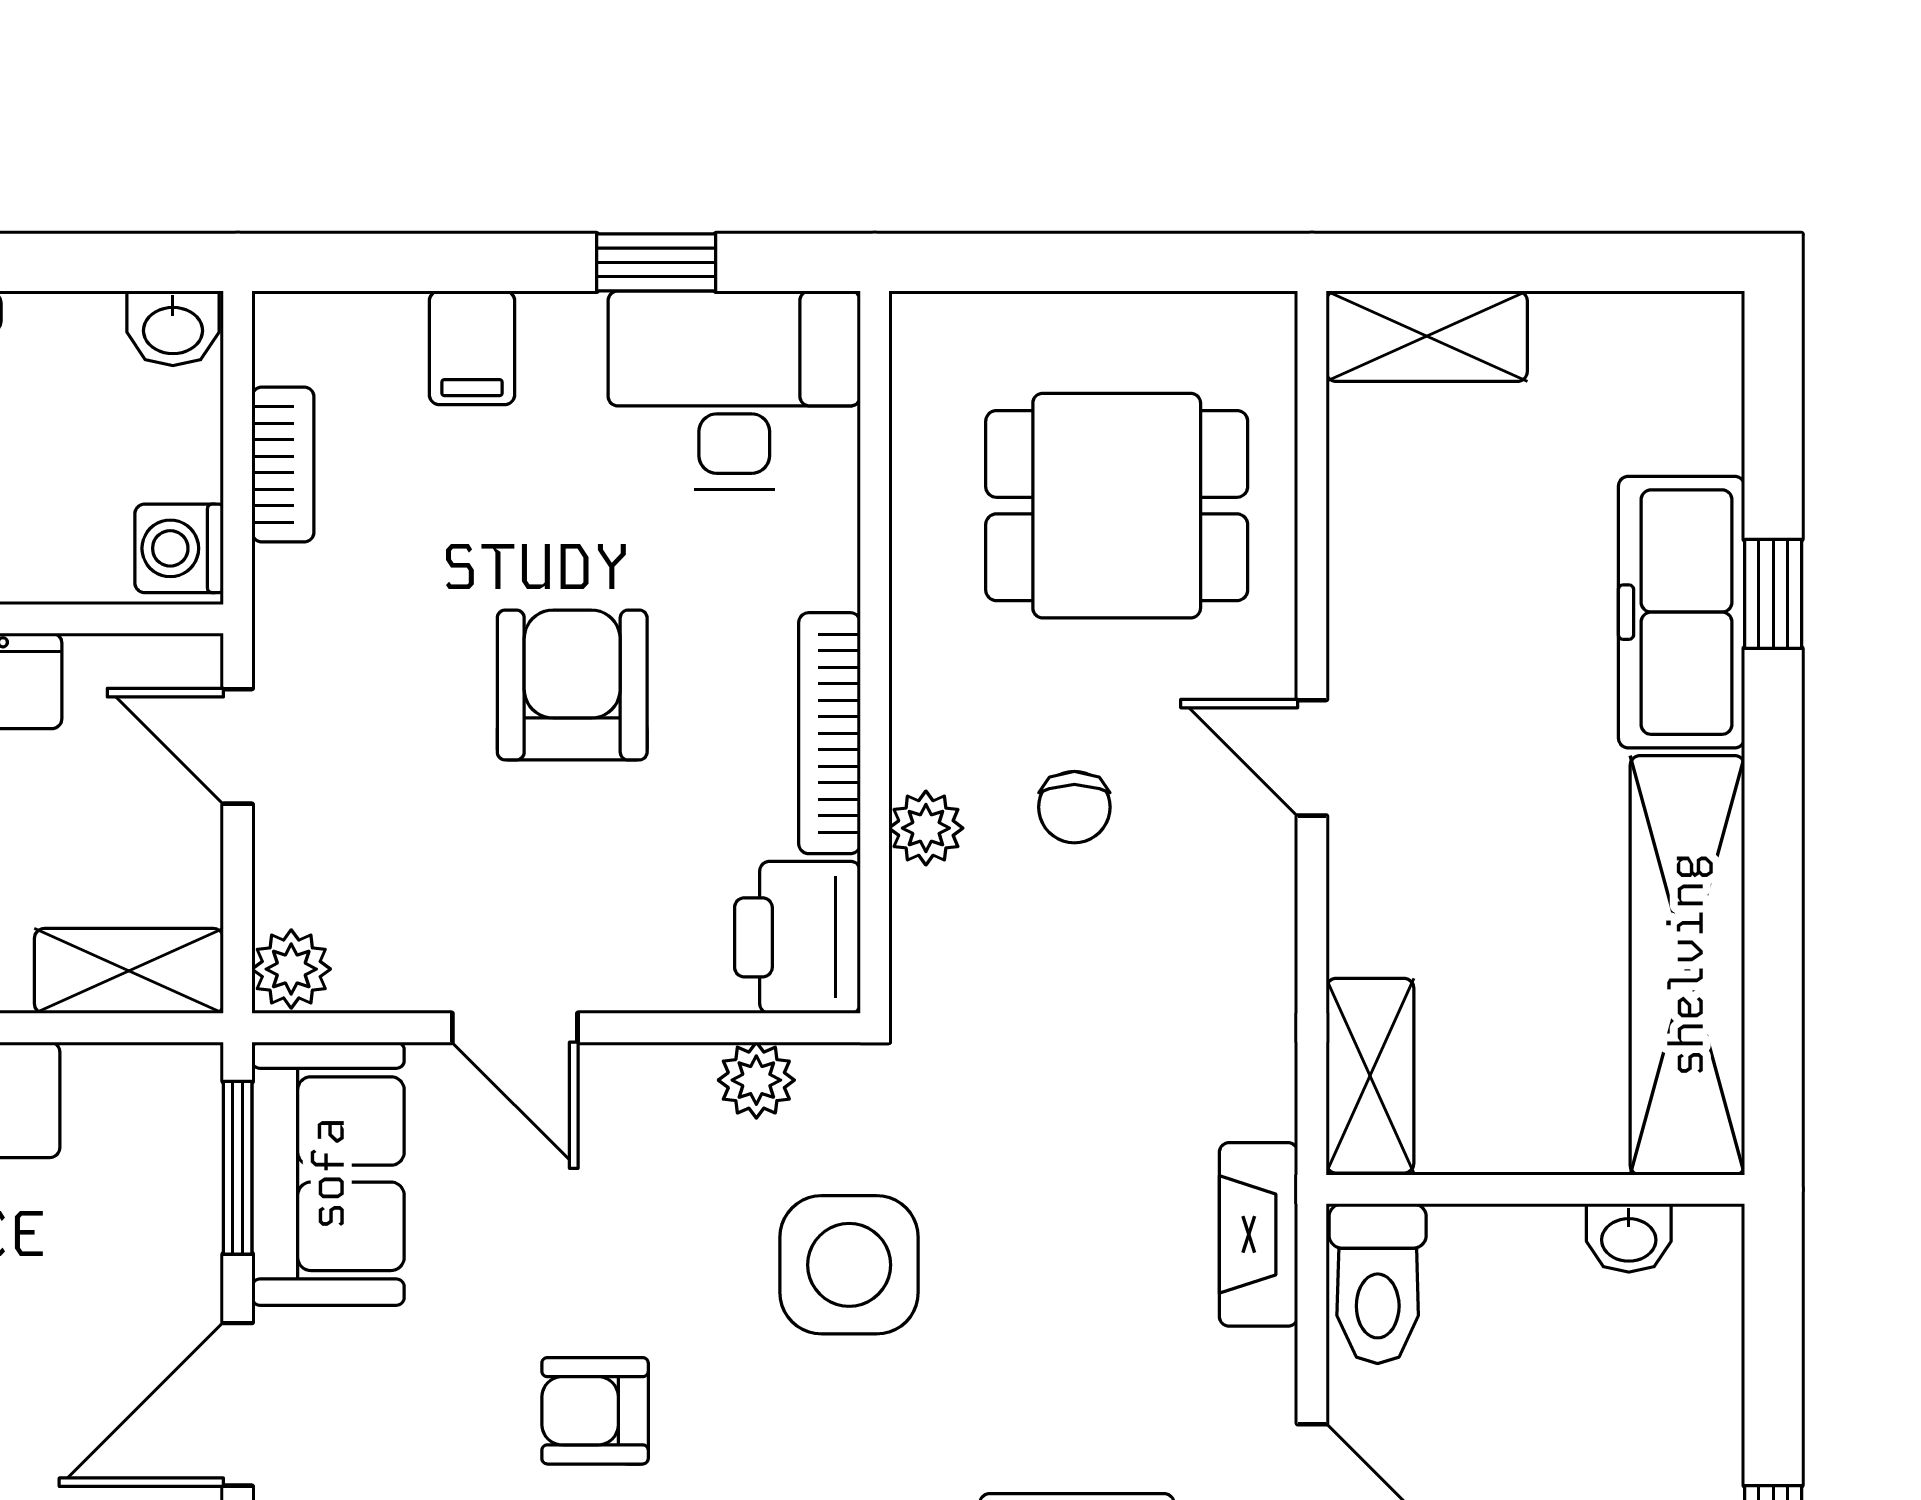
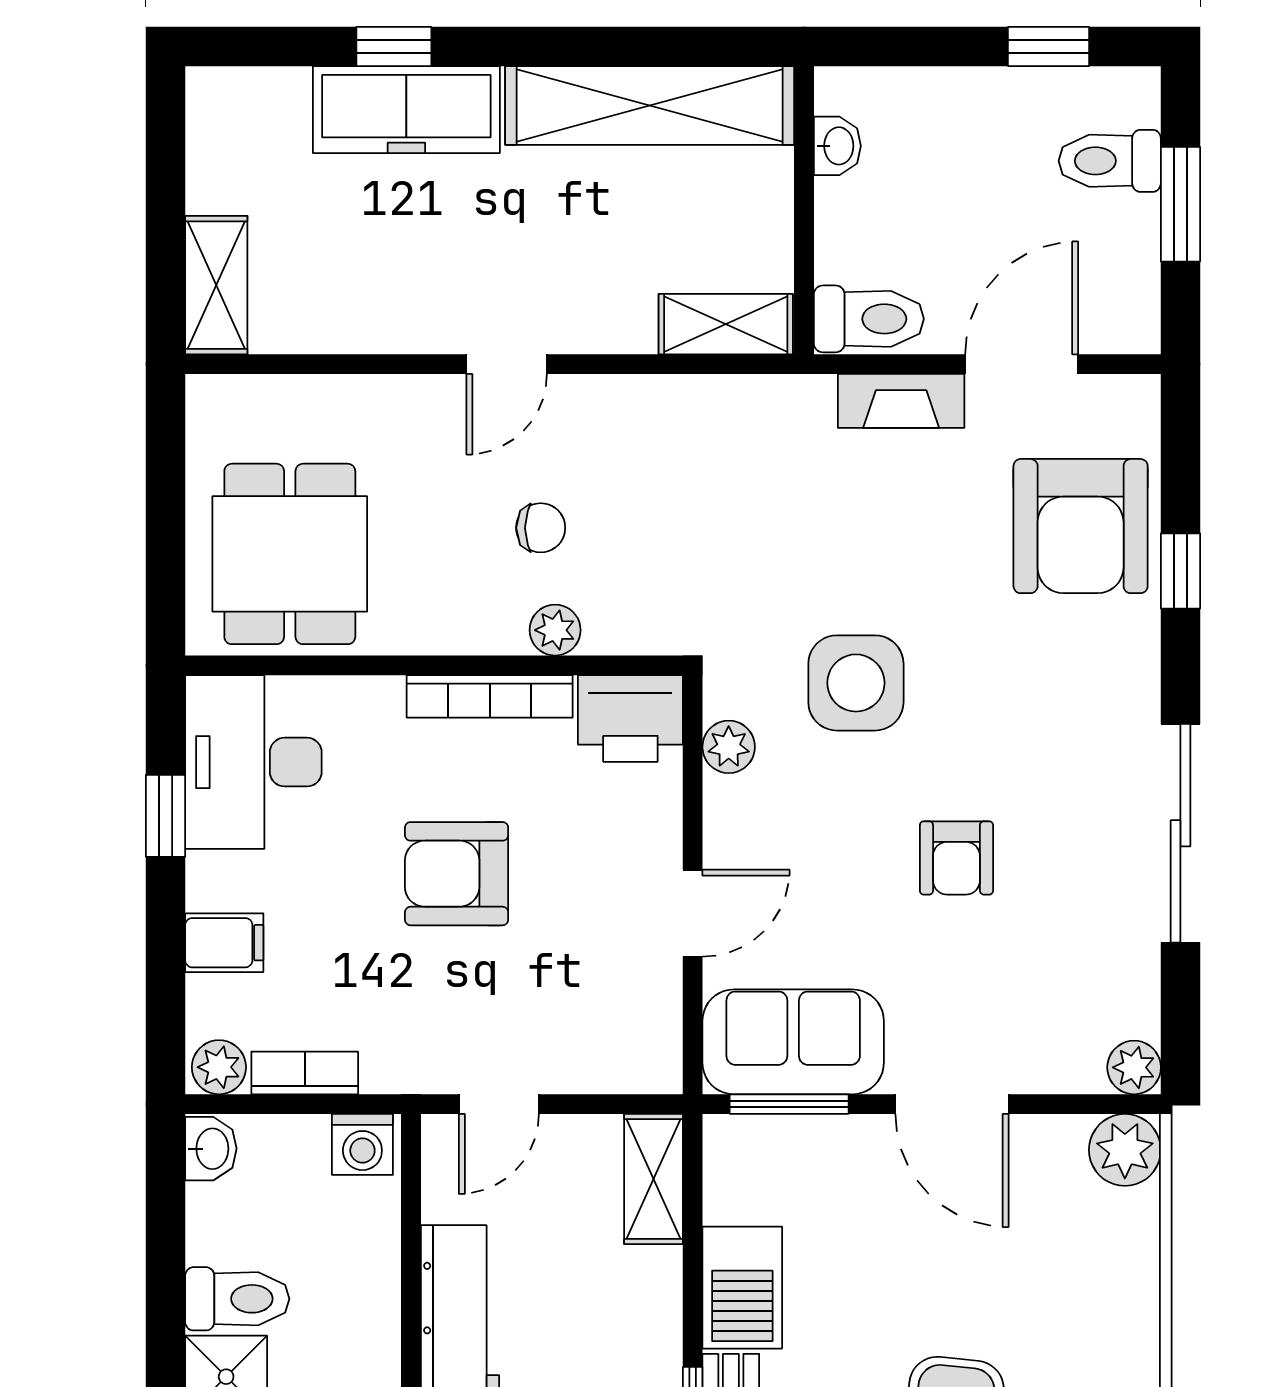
dining table: (1117, 506) -> (290, 554), moved
plant: (291, 969) -> (219, 1067), moved
fireplace: (1259, 1234) -> (901, 401), moved

